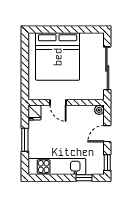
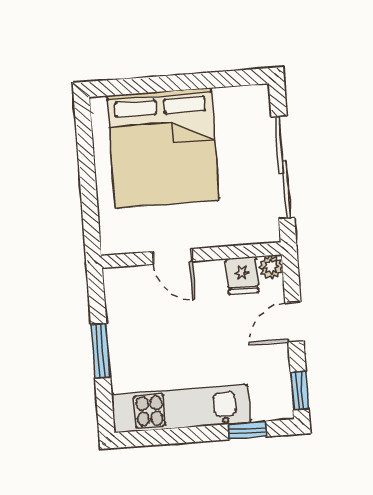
fridge: (34, 113) -> (242, 275), moved

